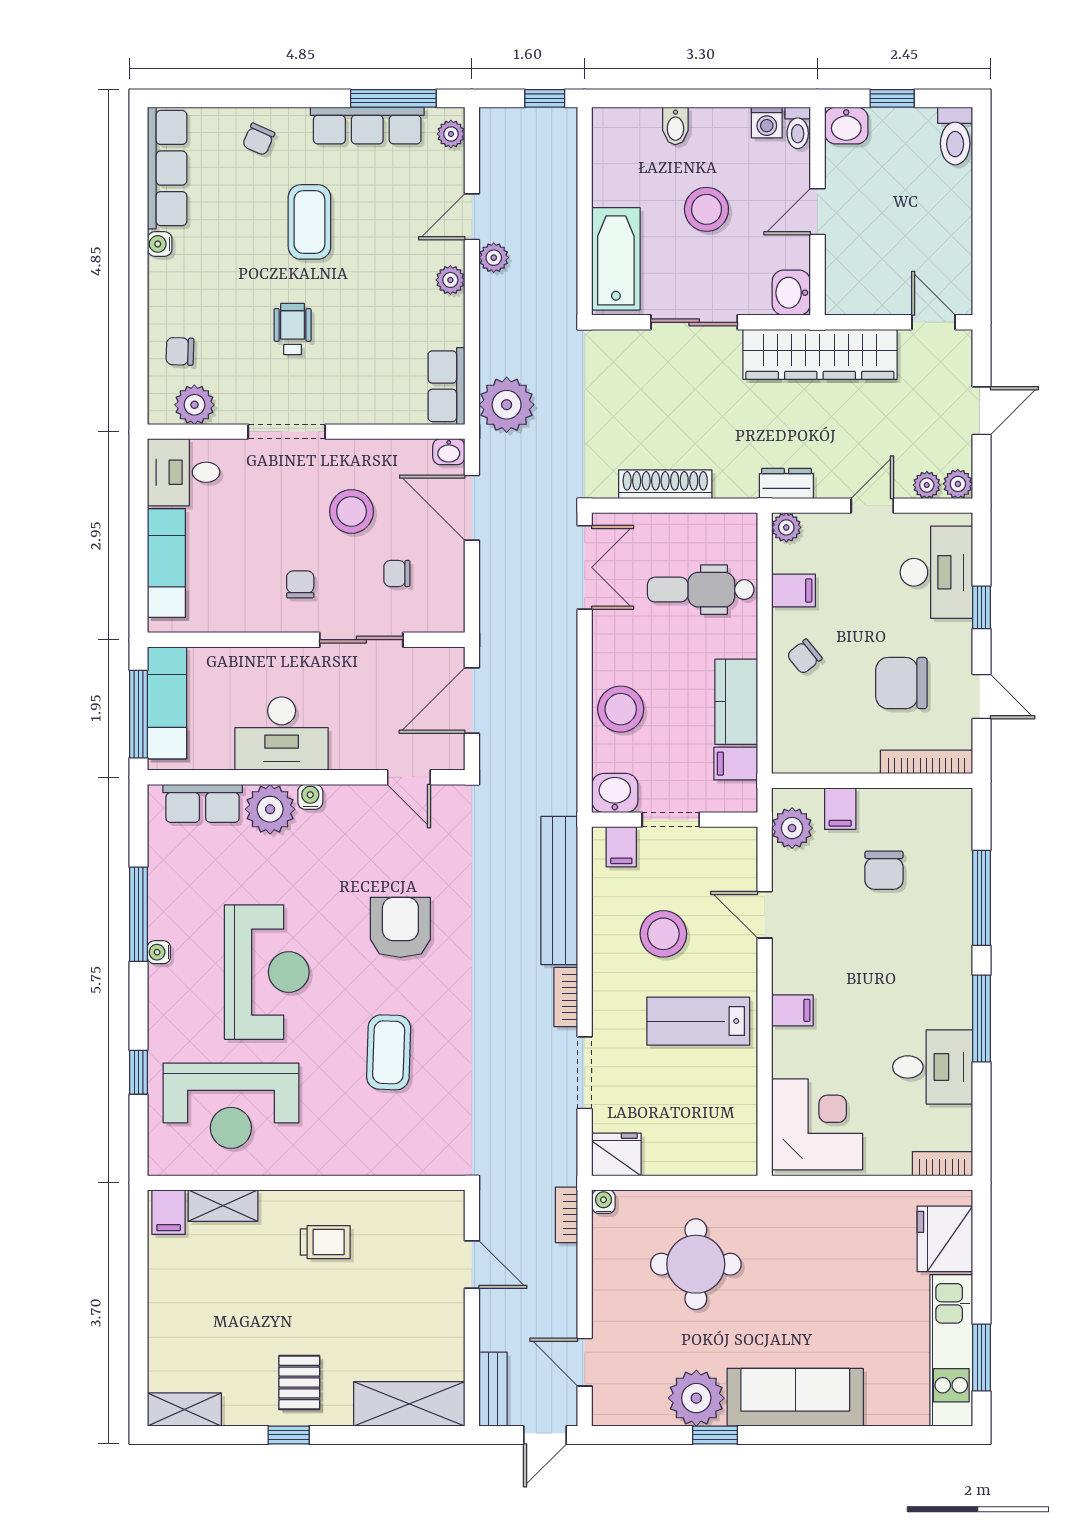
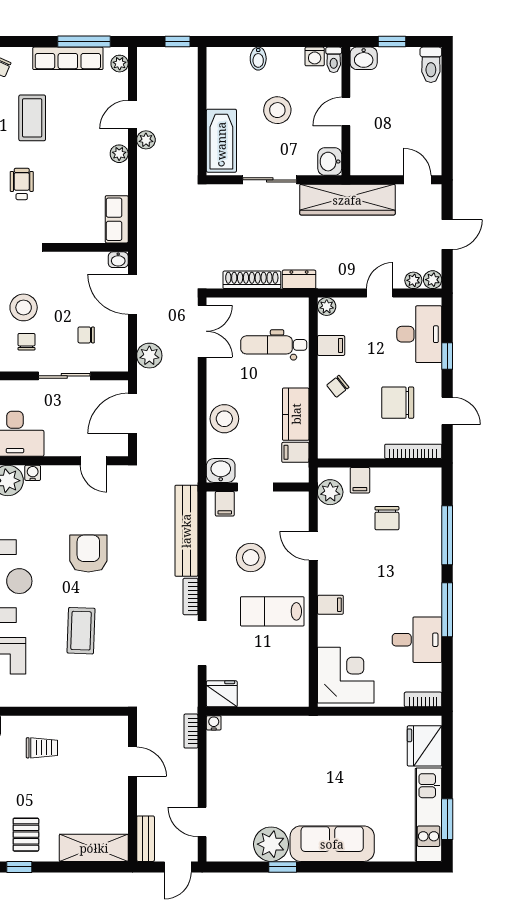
plant: (507, 405) -> (149, 356), moved, width x0.73, depth x0.73
dresser: (786, 483) -> (299, 279), moved
stool: (351, 511) -> (24, 307), moved
round table: (696, 1264) -> (271, 762), removed

